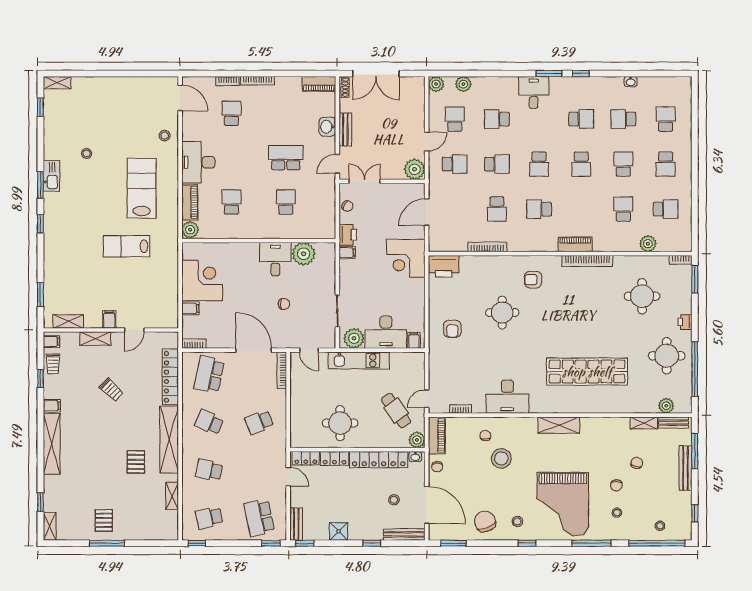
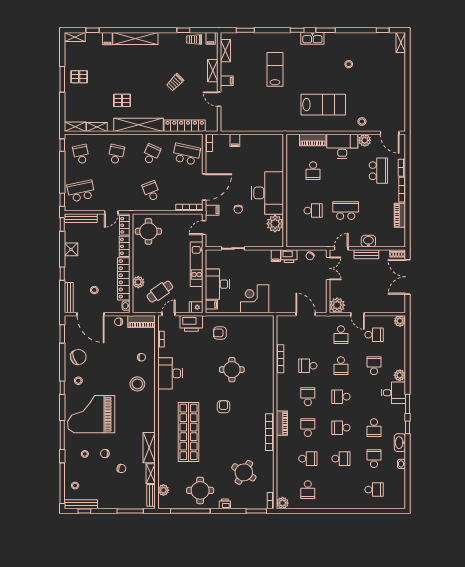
piano: (319, 84) -> (400, 215), moved
plant: (463, 84) -> (400, 375), moved
washbasin: (602, 84) -> (400, 443), added
door: (180, 98) -> (390, 133), hinge flipped
school desk: (231, 113) -> (378, 171), width x1.85
school desk: (286, 158) -> (346, 211), turned -90
door: (337, 164) -> (341, 248), hinge flipped
school desk: (666, 164) -> (308, 428), moved, turned 90
kitchen sink: (51, 176) -> (312, 38), moved
school desk: (231, 202) -> (313, 171), turned 90
plant: (190, 230) -> (365, 140), moved
plant: (648, 244) -> (282, 503), moved
lab bench: (126, 246) -> (275, 69), moved
corner desk: (406, 258) -> (255, 299), moved
desk: (275, 259) -> (267, 193), width x1.87, depth x1.30
printer: (444, 266) -> (191, 323), moved, turned -90
corner desk: (202, 280) -> (255, 149), removed
armchair: (533, 280) -> (224, 407), moved
round table: (642, 296) -> (244, 472), turned 31
plant: (354, 338) -> (213, 261), removed
filing cabinet: (285, 339) -> (212, 210), added
fridge: (417, 361) -> (196, 307), added
door: (427, 399) -> (168, 314), hinge flipped
filing cabinet: (52, 406) -> (107, 39), moved
round table: (340, 423) -> (148, 231), moved
shelving: (559, 425) -> (149, 448), moved
plant: (417, 440) -> (138, 282), moved
stool: (501, 458) -> (137, 384), moved
bench: (686, 468) -> (81, 504), moved
door: (427, 505) -> (91, 314), hinge flipped
bench: (296, 524) -> (81, 218), width x1.36
shelving: (172, 526) -> (75, 127), added

